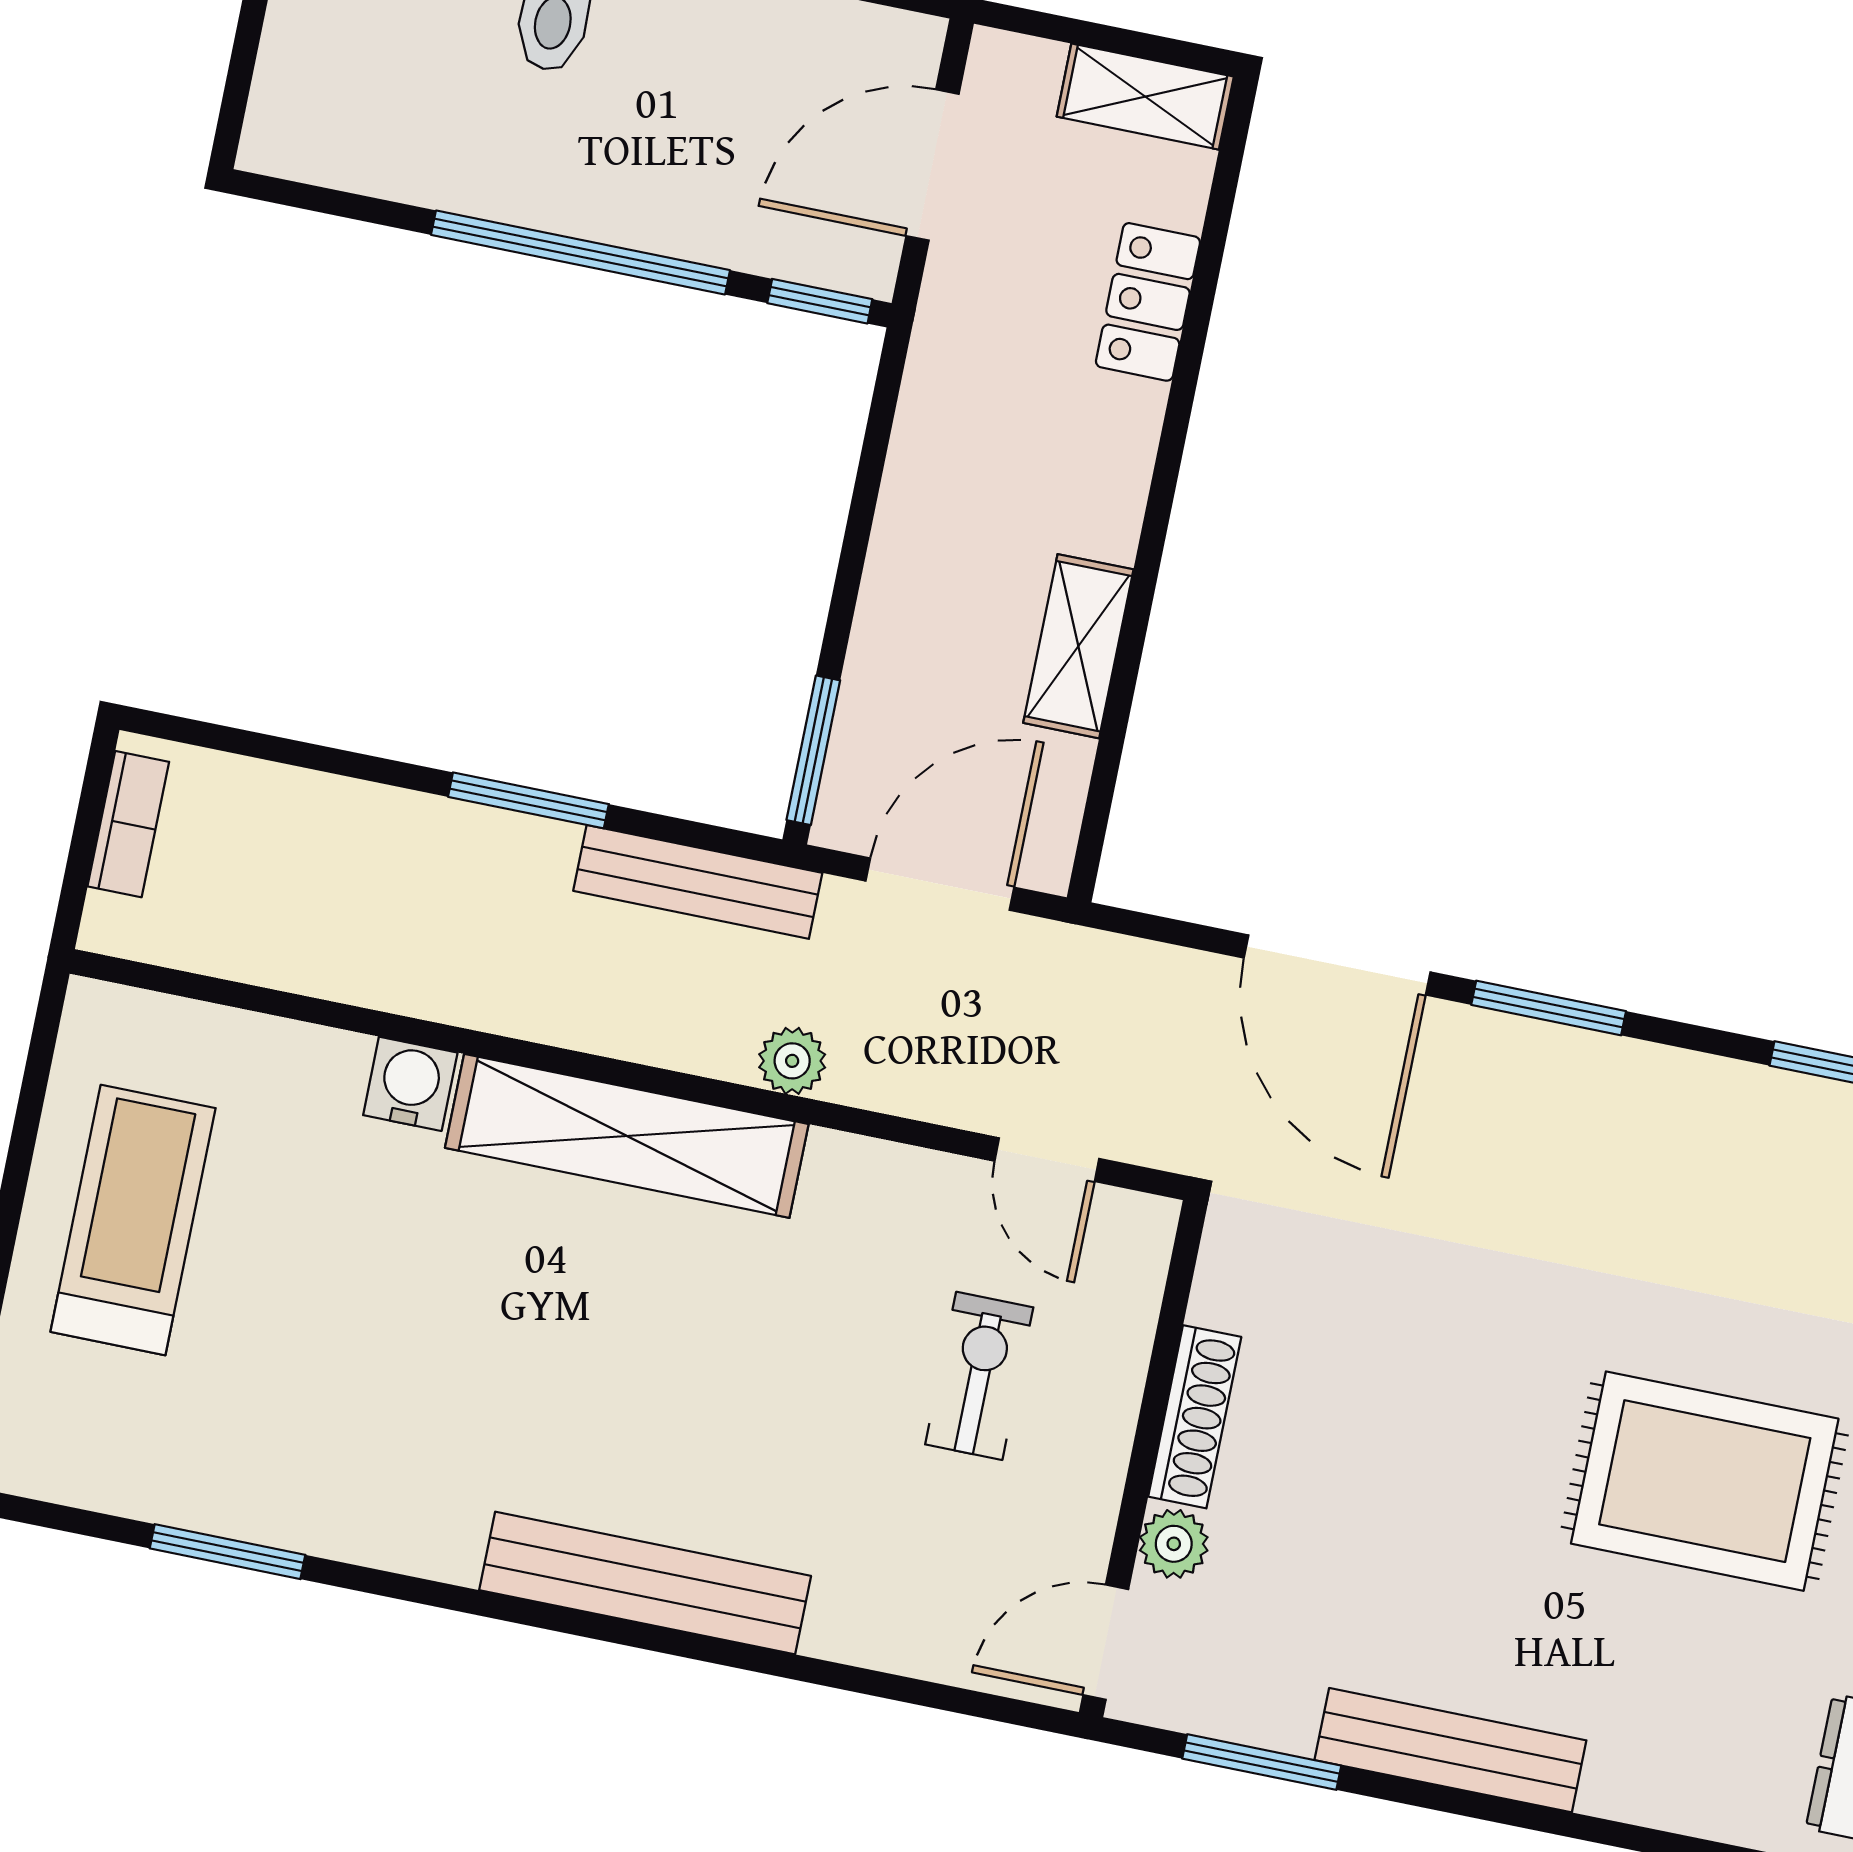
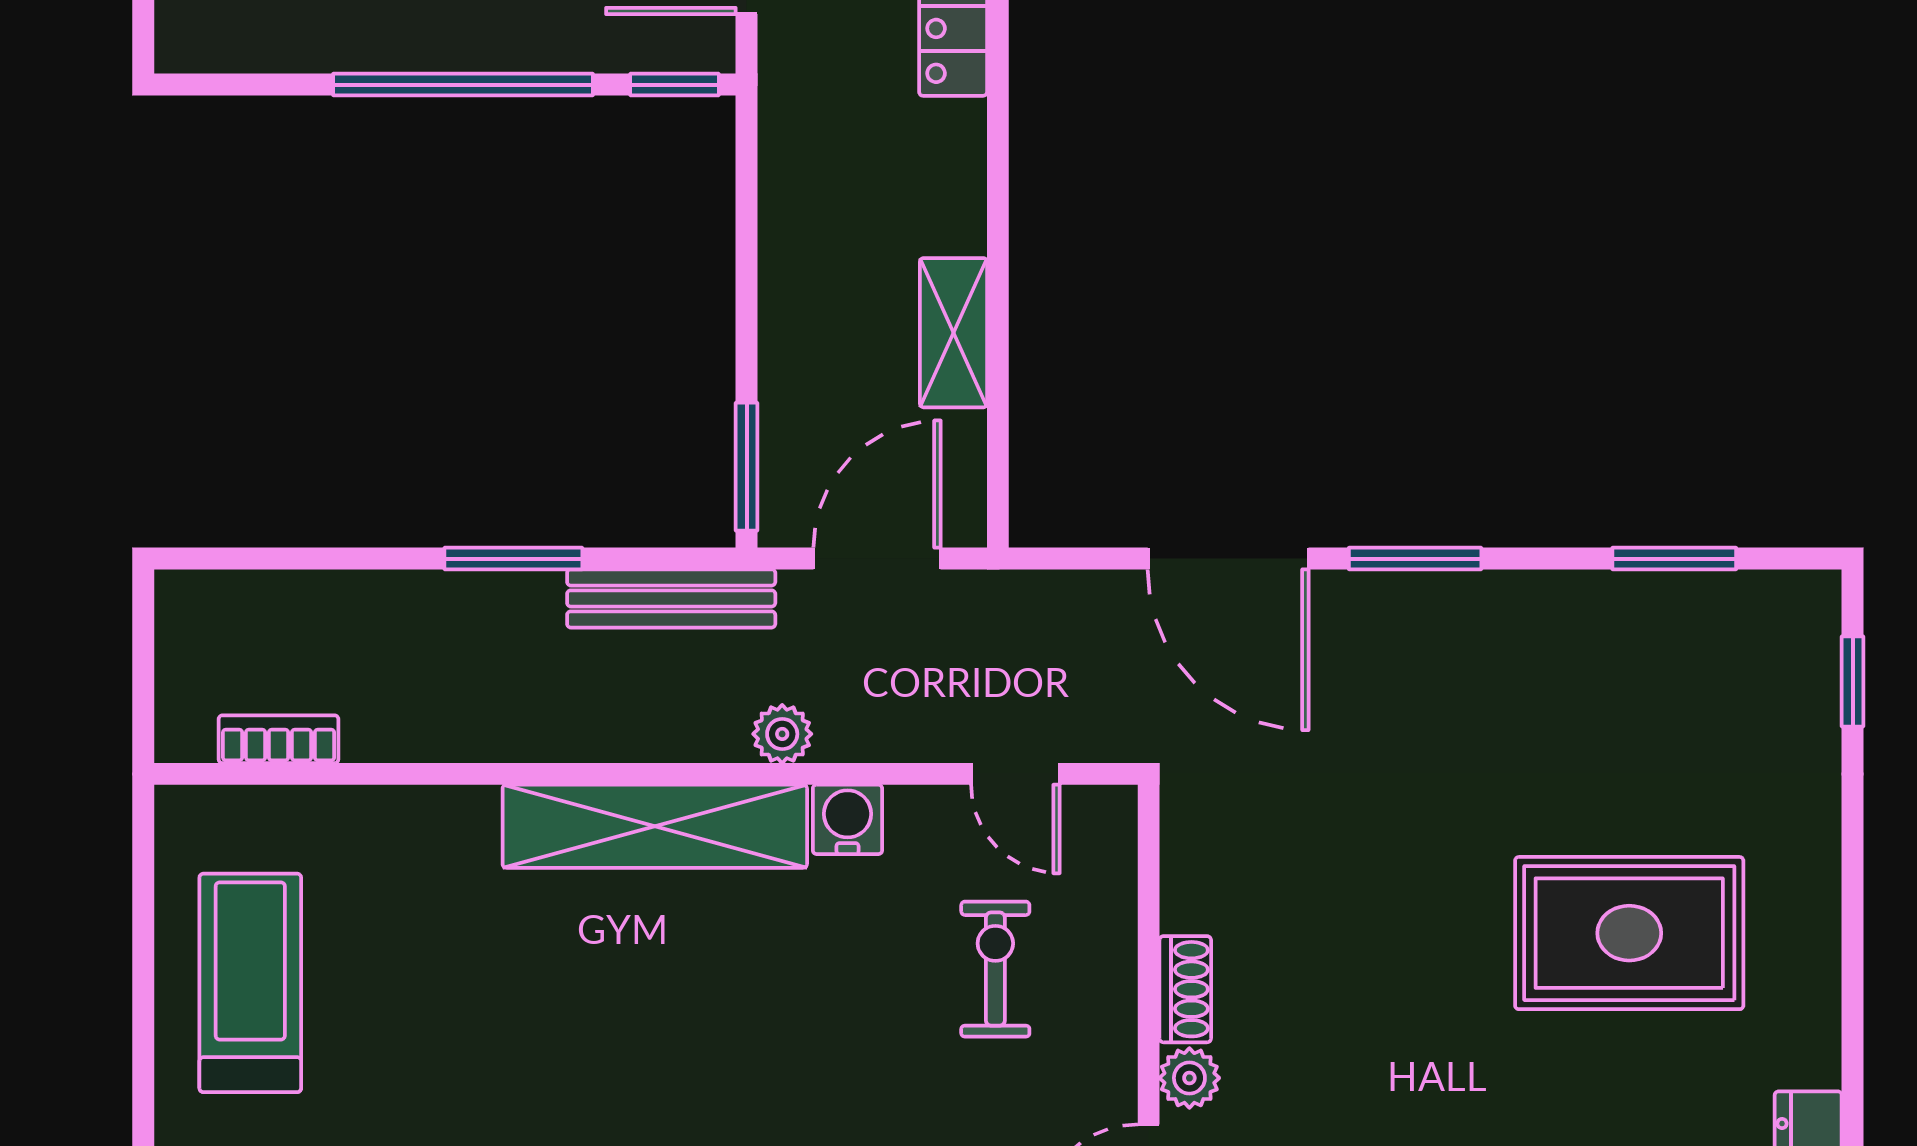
bookcase: (128, 824) -> (279, 739), moved, turned -90
water cooler: (410, 1084) -> (847, 819), moved
shoe rack: (1195, 1417) -> (1185, 989), width x0.70

